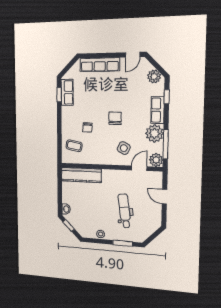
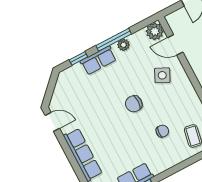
plant: (154, 76) -> (64, 85), removed
plant: (154, 133) -> (124, 45), width x0.53, depth x0.53
window: (166, 144) -> (114, 40), moved

